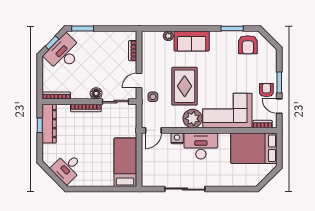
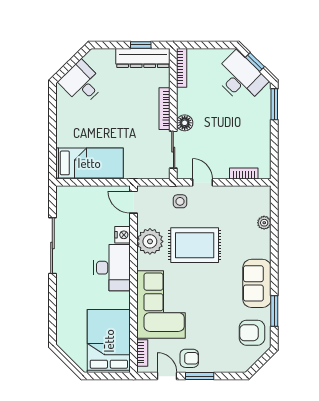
sofa: (192, 41) -> (257, 283), moved
door: (279, 106) -> (167, 376), hinge flipped
plant: (193, 119) -> (150, 241), moved

